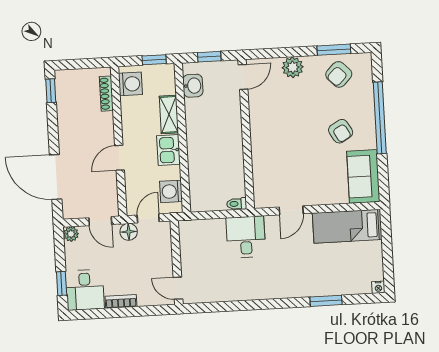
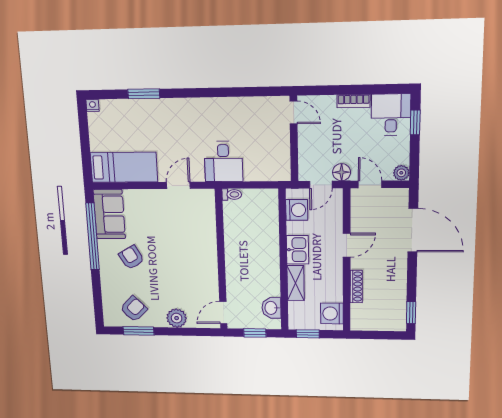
shoe rack: (106, 94) -> (356, 287), moved
window: (380, 118) -> (93, 236), moved

